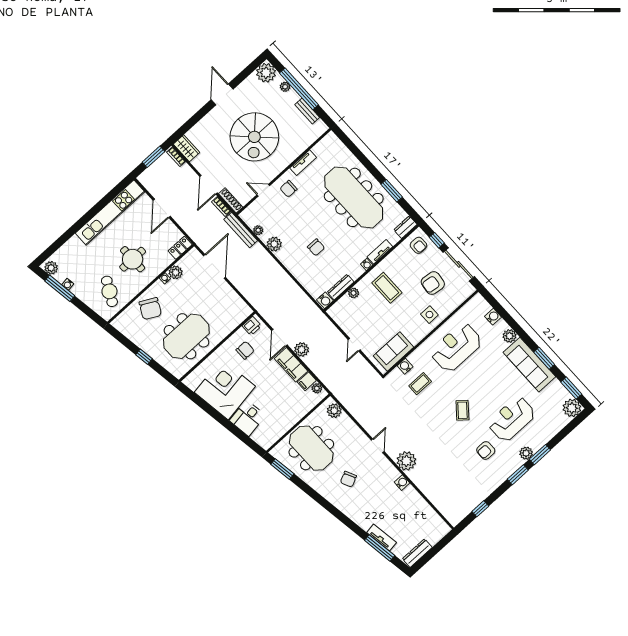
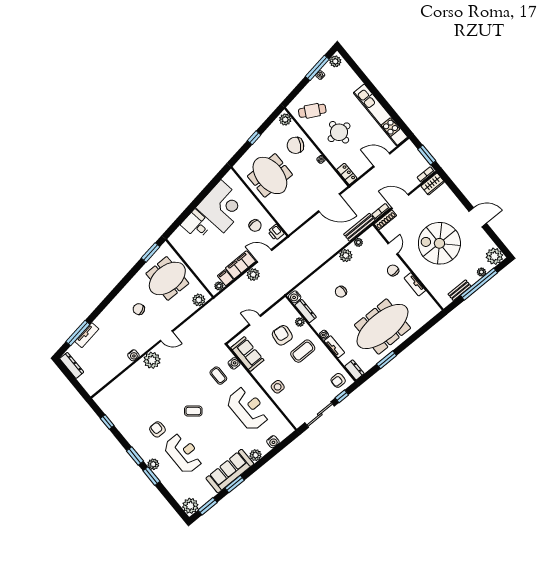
plant: (176, 272) -> (285, 120), moved
armchair: (433, 283) -> (282, 335), moved

